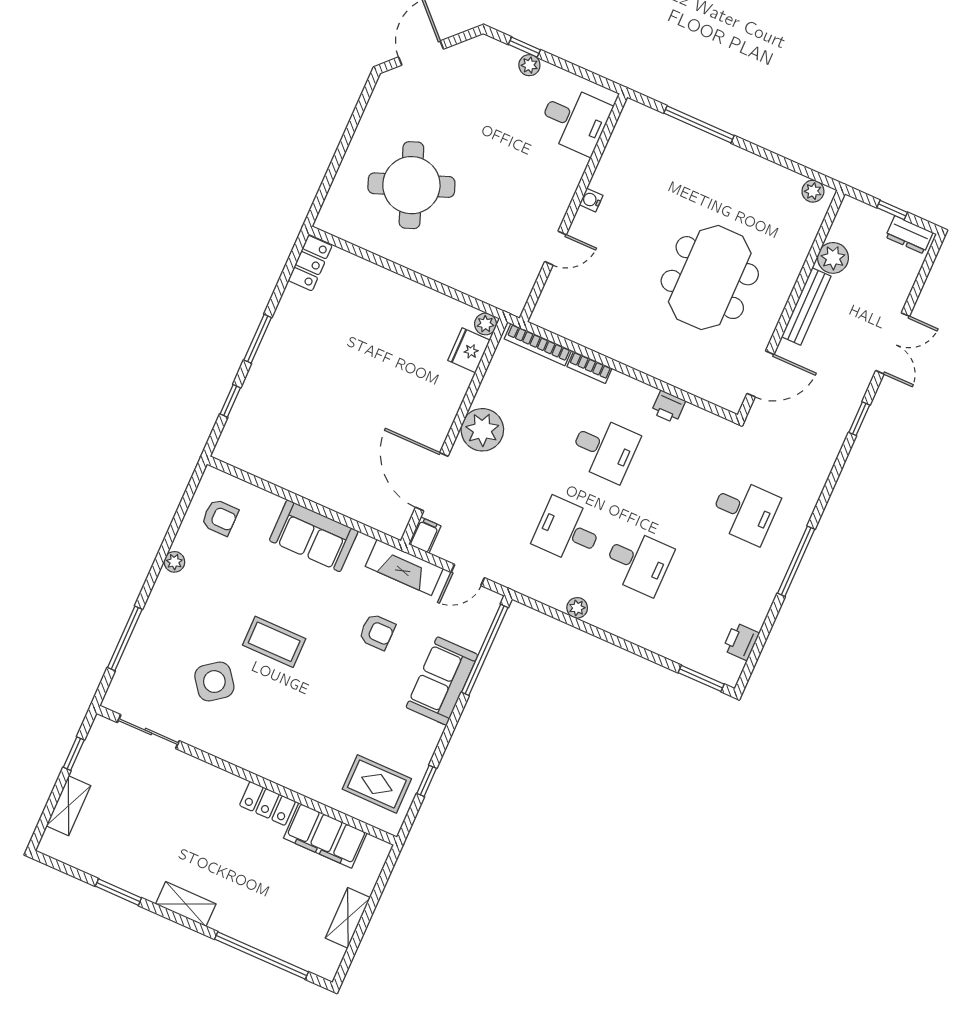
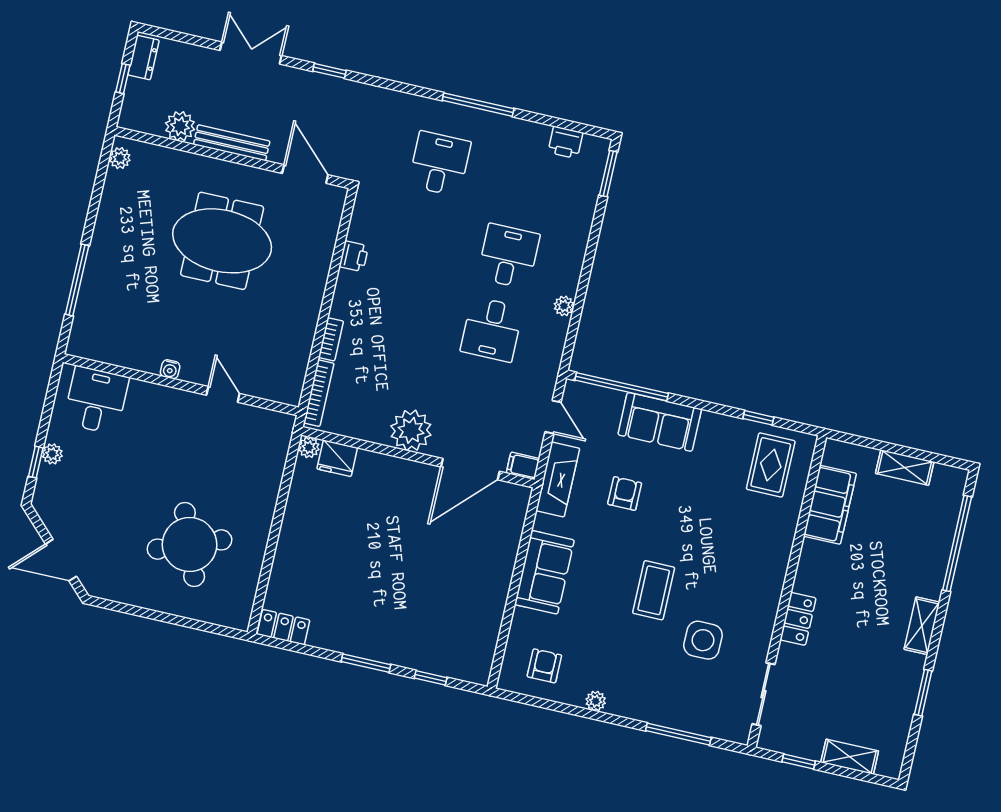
desk: (604, 449) -> (406, 310), removed
side table: (214, 682) -> (703, 640), turned 37
locker: (267, 803) -> (798, 619), moved

